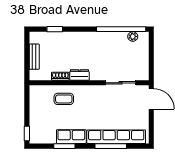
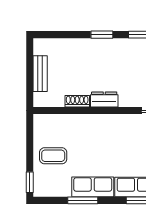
window: (55, 29) -> (102, 35), moved
coffee table: (64, 99) -> (53, 156), moved

